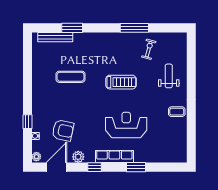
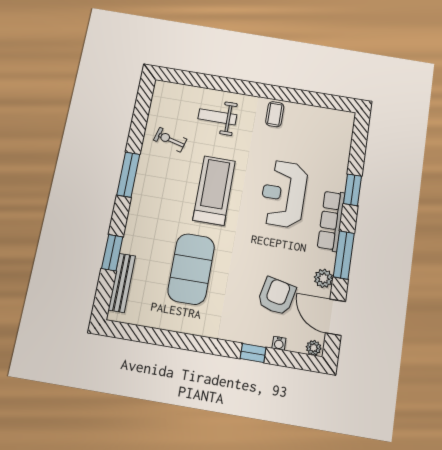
window: (134, 28) -> (128, 175), moved
exercise mat: (71, 77) -> (191, 269), width x2.00, depth x1.45
treadmill: (121, 82) -> (214, 190), width x1.37, depth x1.38
window: (94, 167) -> (344, 255), width x2.17

